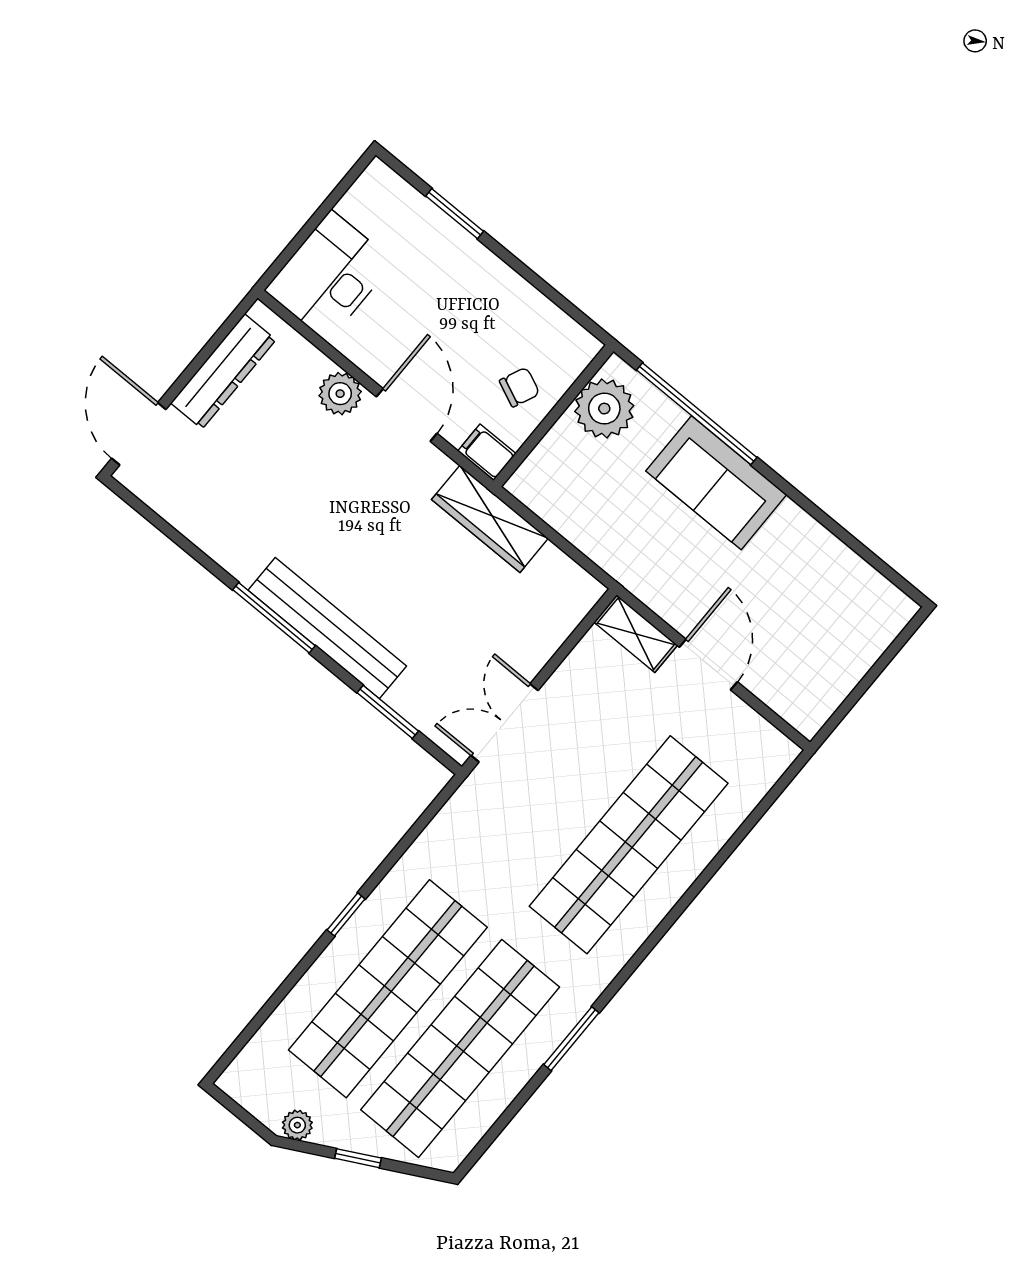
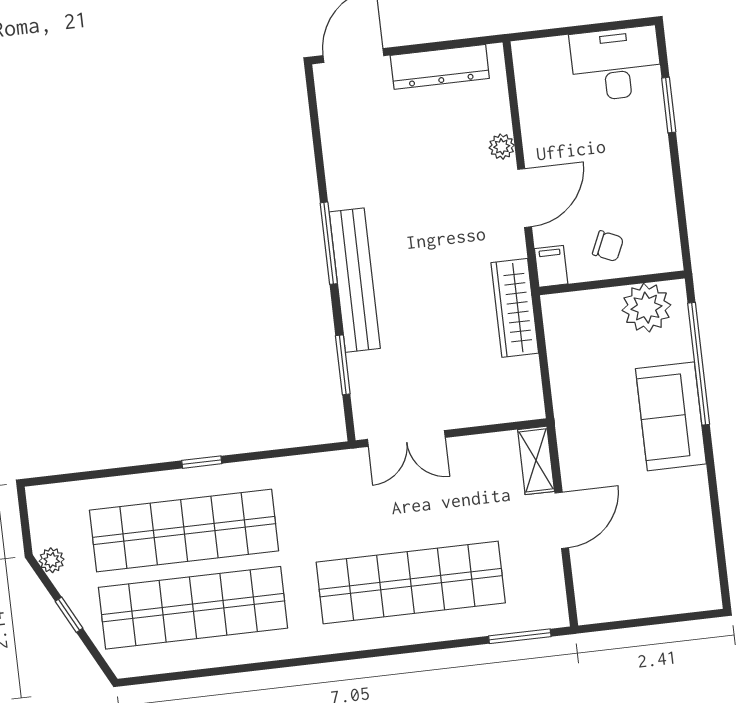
desk: (329, 276) -> (616, 64), moved
plant: (340, 394) -> (502, 147), width x0.73, depth x0.73
double door: (505, 723) -> (406, 438), swing flipped
window: (571, 1039) -> (520, 636), moved

